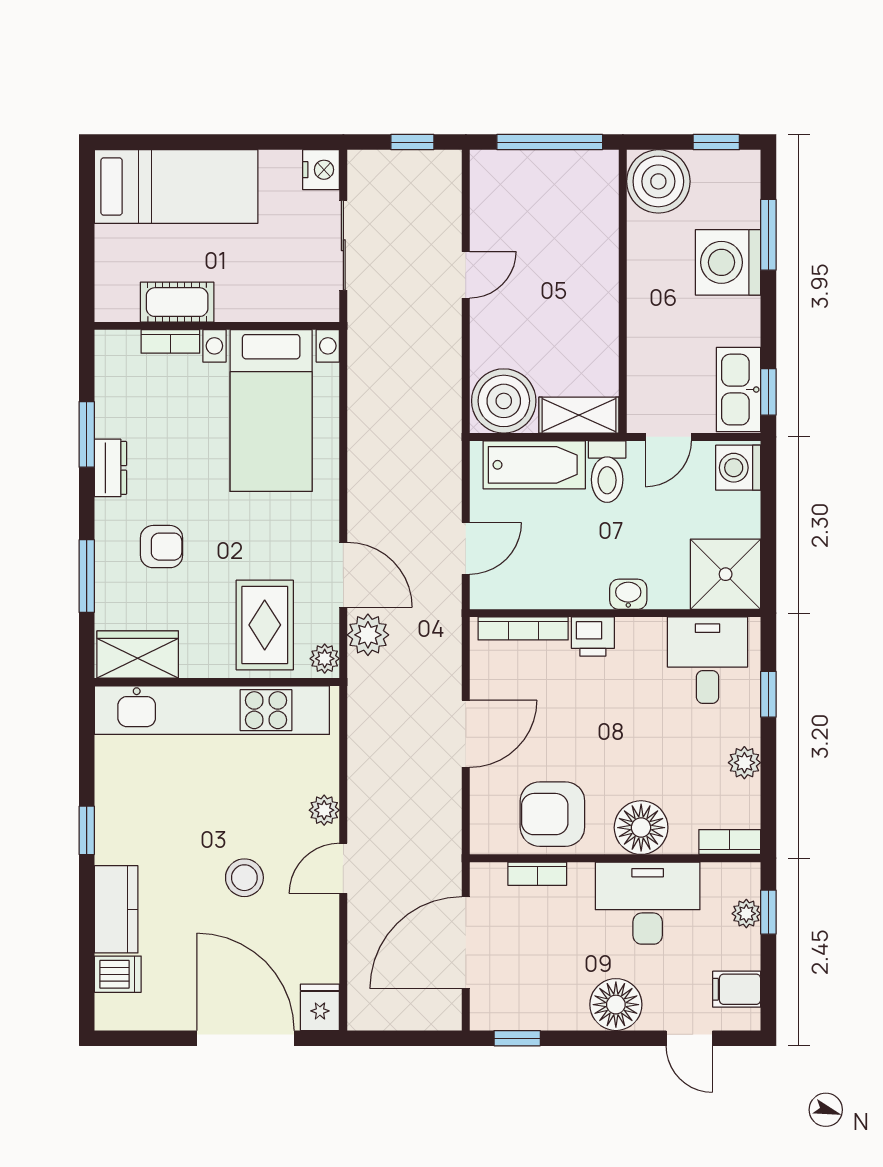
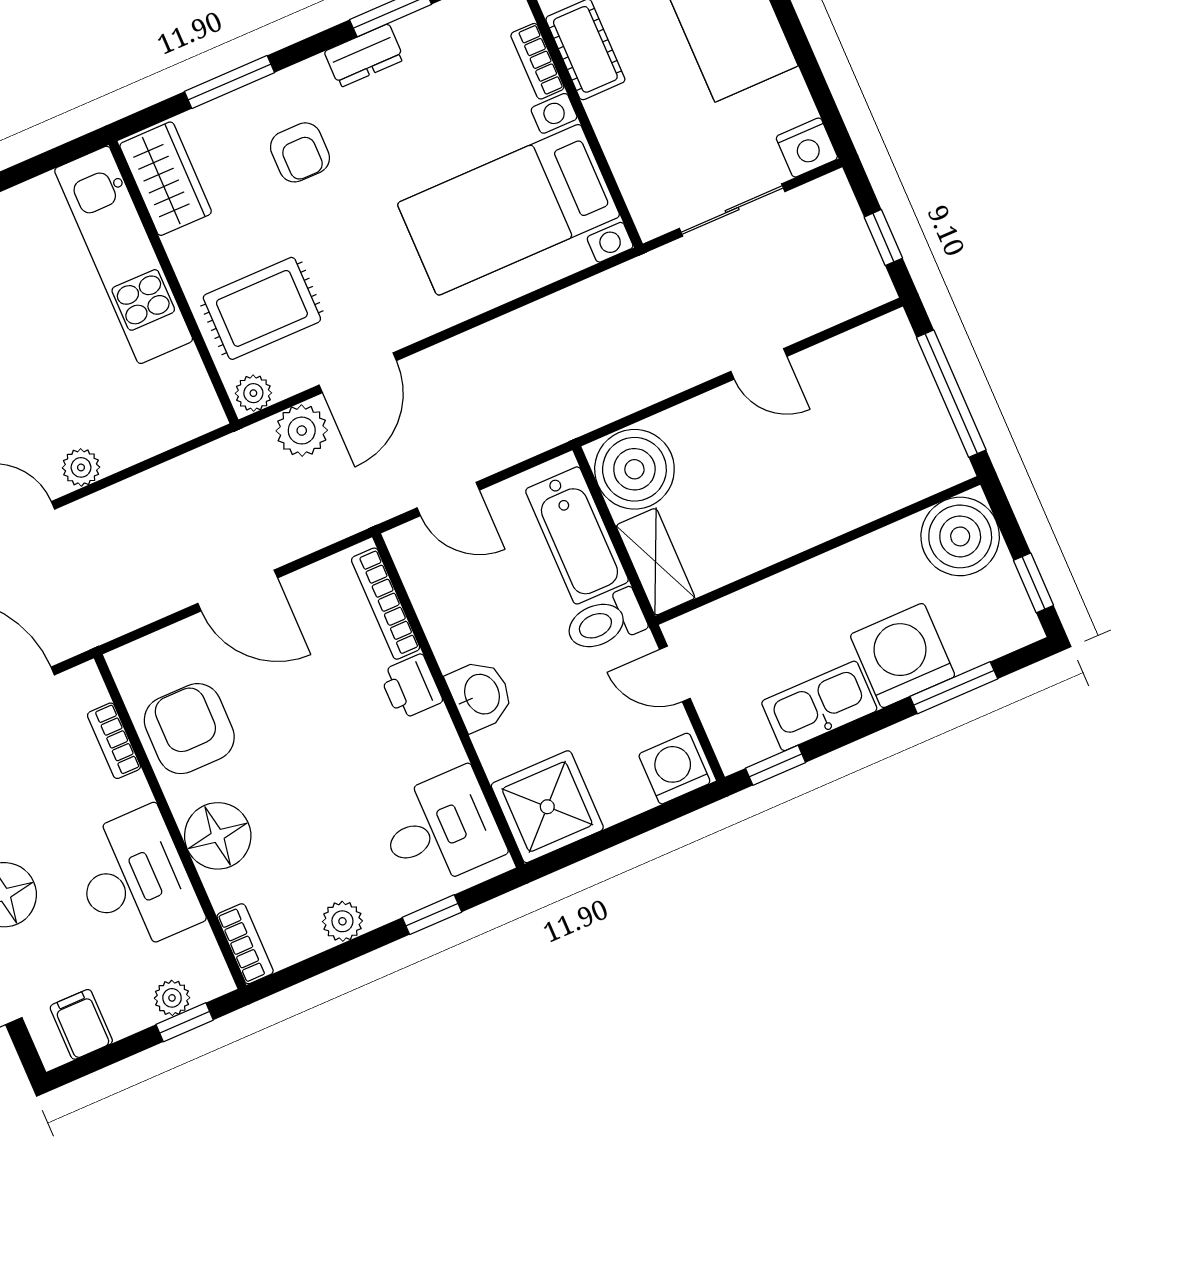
kitchen sink: (738, 390) -> (819, 706), moved
washbasin: (628, 594) -> (480, 695), width x1.38, depth x1.45
kitchen unit: (212, 710) -> (124, 255), width x0.73

